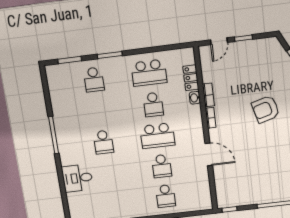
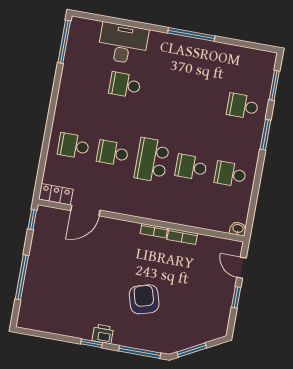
school desk: (149, 73) -> (230, 174), width x0.54
locker: (191, 78) -> (56, 194), moved
washbasin: (195, 98) -> (238, 229), moved
school desk: (103, 142) -> (125, 85), moved
door: (209, 154) -> (85, 210), moved
desk: (77, 178) -> (123, 44), width x1.37

